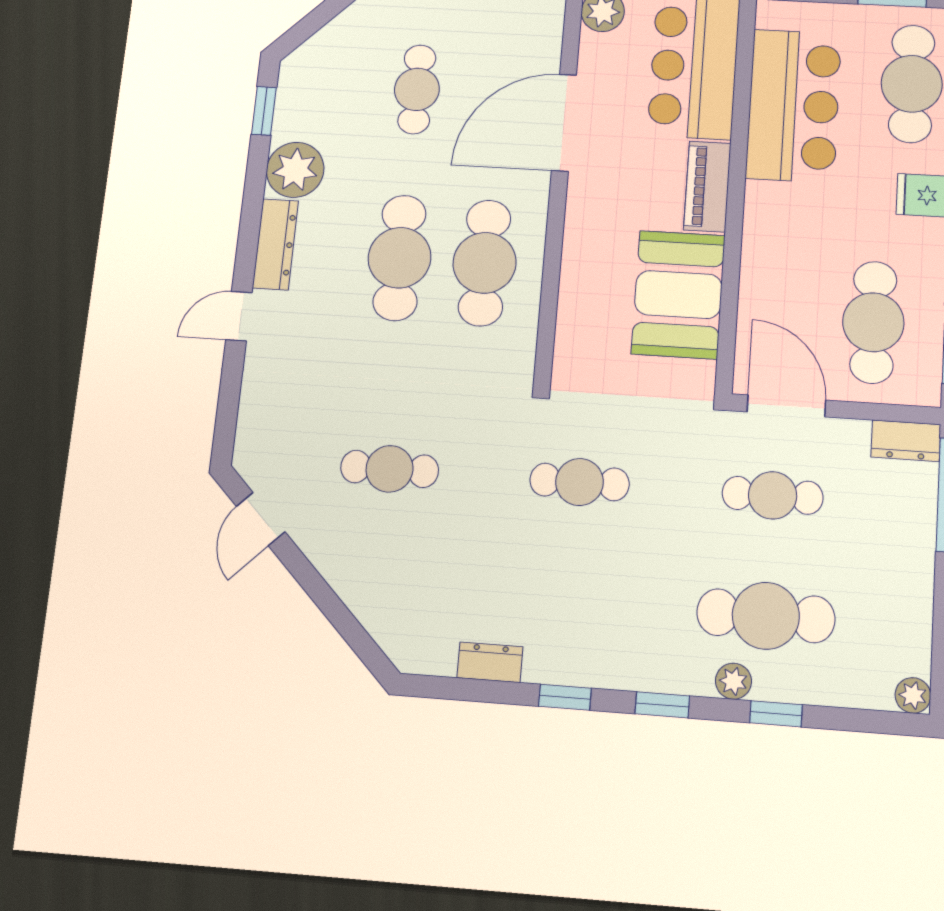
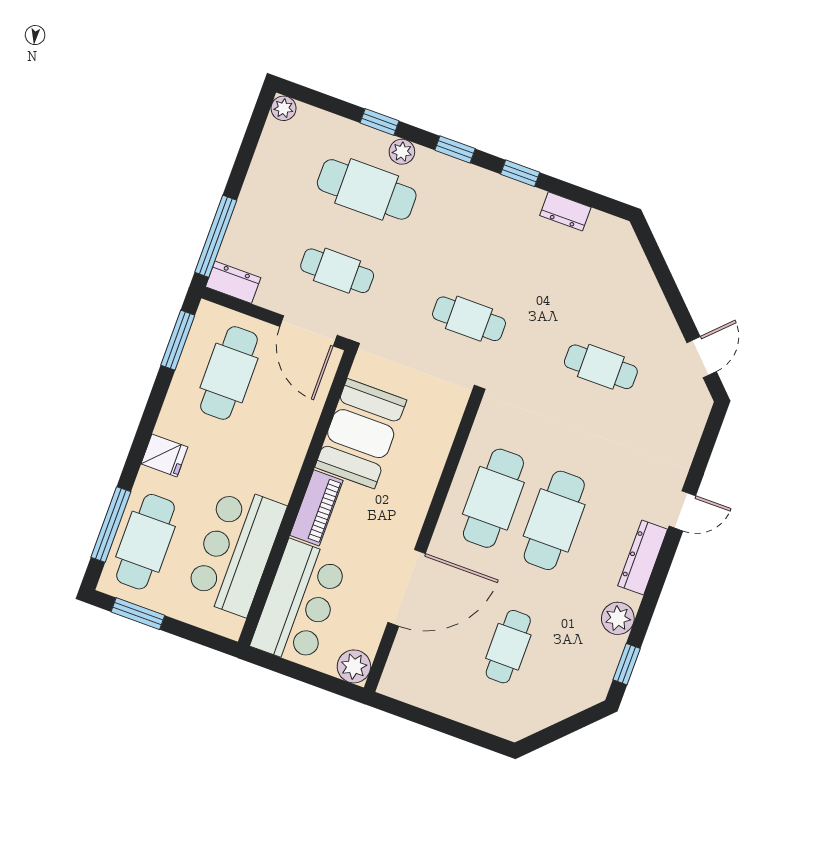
plant: (295, 170) -> (618, 618), width x0.73, depth x0.73

